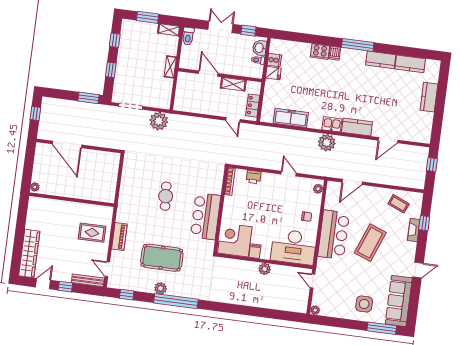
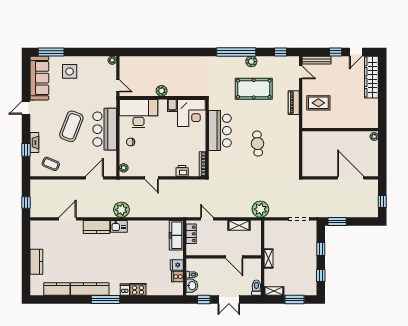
kitchen counter: (381, 60) -> (90, 289), width x1.50
shelving: (233, 84) -> (239, 225), moved
freezer: (291, 118) -> (176, 235), moved, turned 90
plant: (159, 121) -> (260, 209), moved

